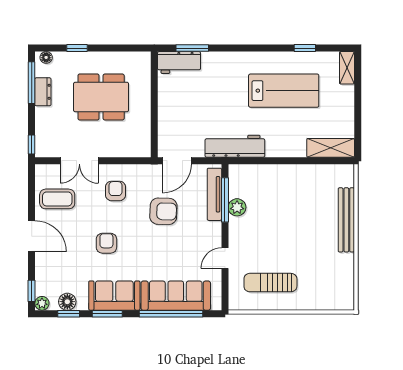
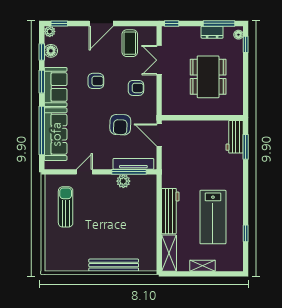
window: (77, 48) -> (246, 44), moved
shelving: (347, 68) -> (203, 266), moved
workbench: (235, 146) -> (170, 211), moved
door: (225, 258) -> (84, 172), hinge flipped

